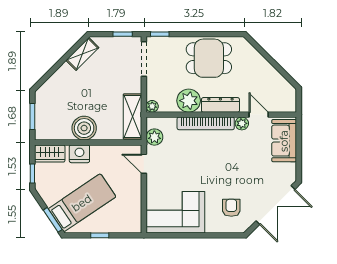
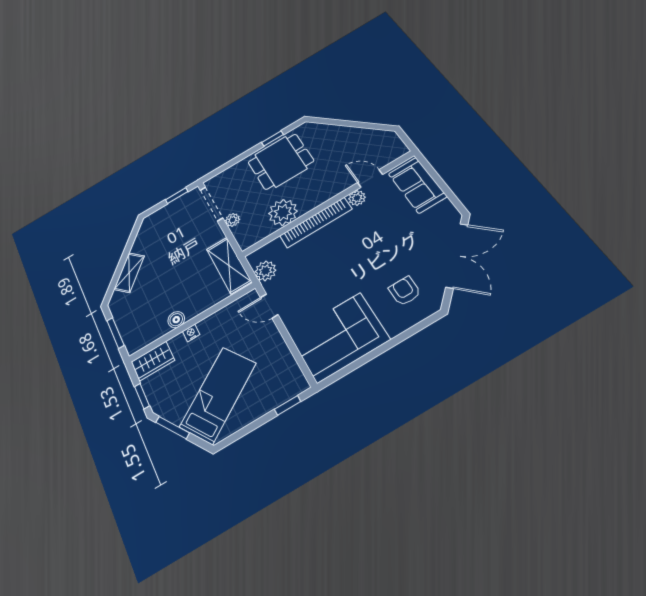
window: (160, 34) -> (273, 138), moved
shelving: (82, 54) -> (129, 273), moved
dresser: (220, 105) -> (321, 195), removed
plant: (152, 106) -> (233, 220), moved
boiler: (84, 128) -> (176, 320), width x0.54, depth x0.54
nightstand: (79, 154) -> (191, 333), width x0.53, depth x0.56
window: (53, 220) -> (173, 428), moved
window: (100, 235) -> (288, 405), moved

